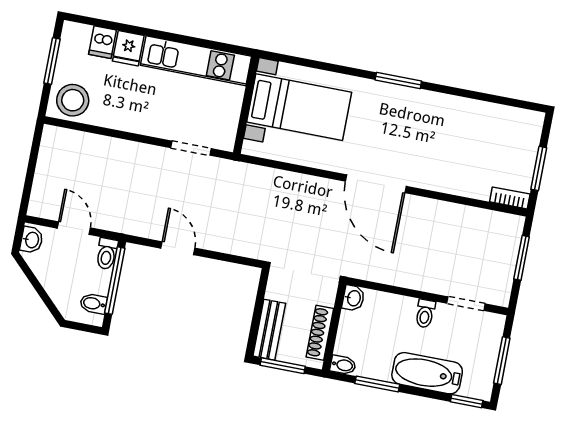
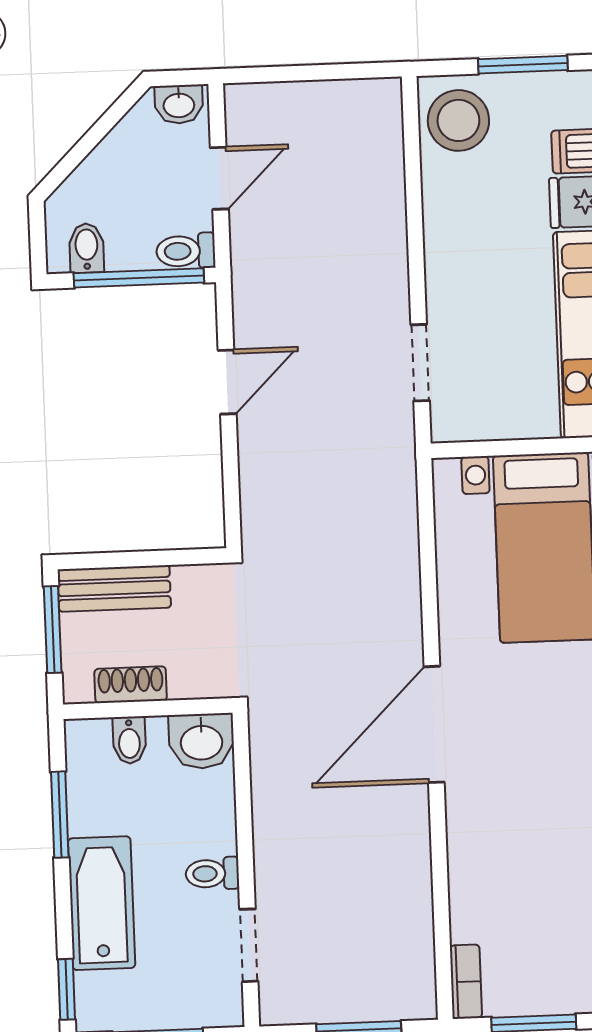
washbasin: (353, 298) -> (201, 741), width x1.38, depth x1.45
shoe rack: (320, 333) -> (131, 685), width x0.70
bidet: (343, 365) -> (129, 740), moved

